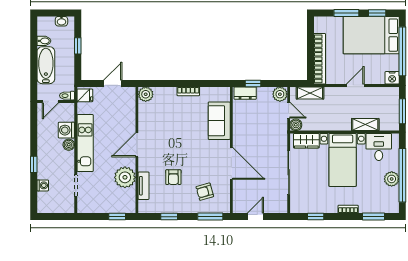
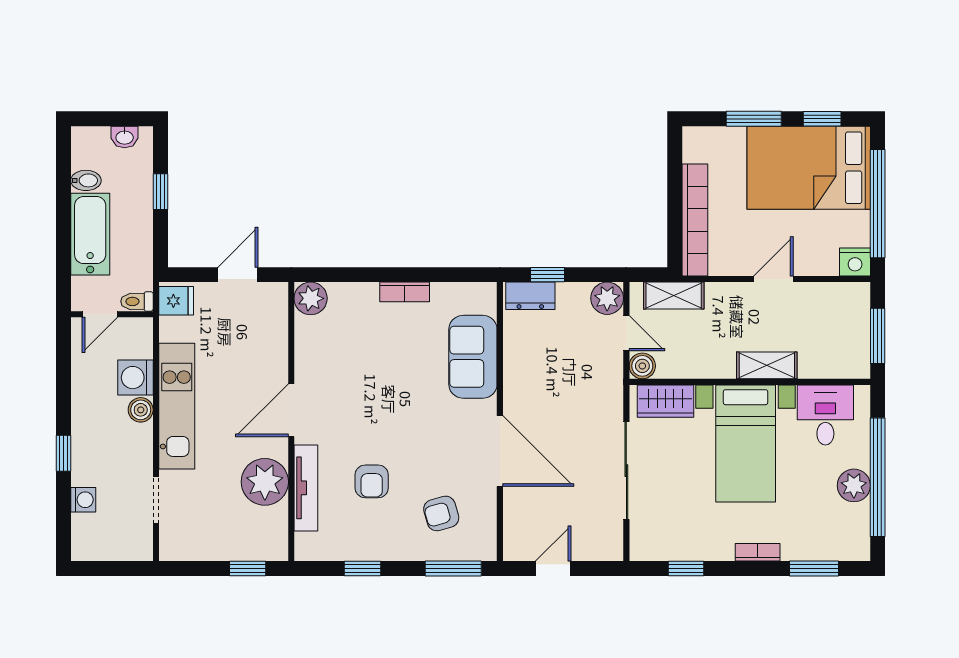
shelving: (365, 125) -> (767, 365), moved
tv unit: (144, 186) -> (306, 488), width x1.41

